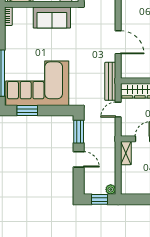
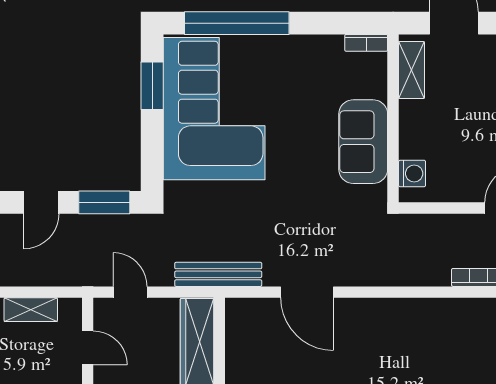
door: (118, 42) -> (307, 292), hinge flipped
door: (118, 110) -> (130, 292), moved
shelving: (126, 153) -> (31, 310), moved

